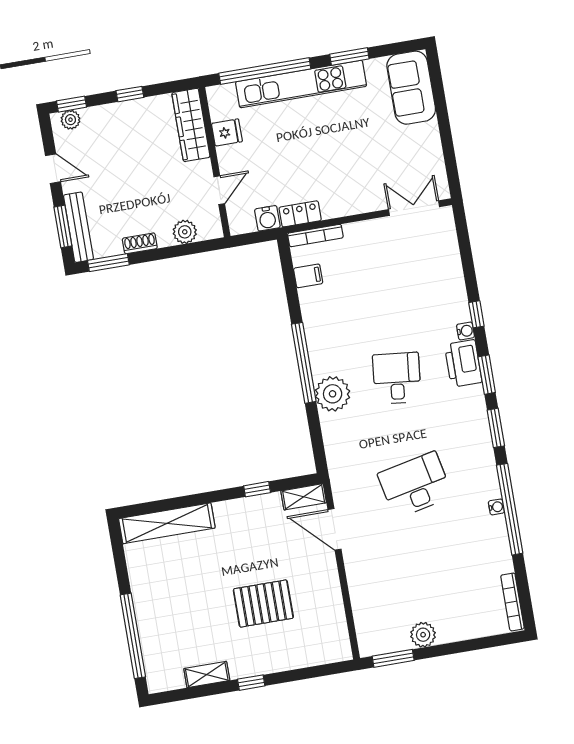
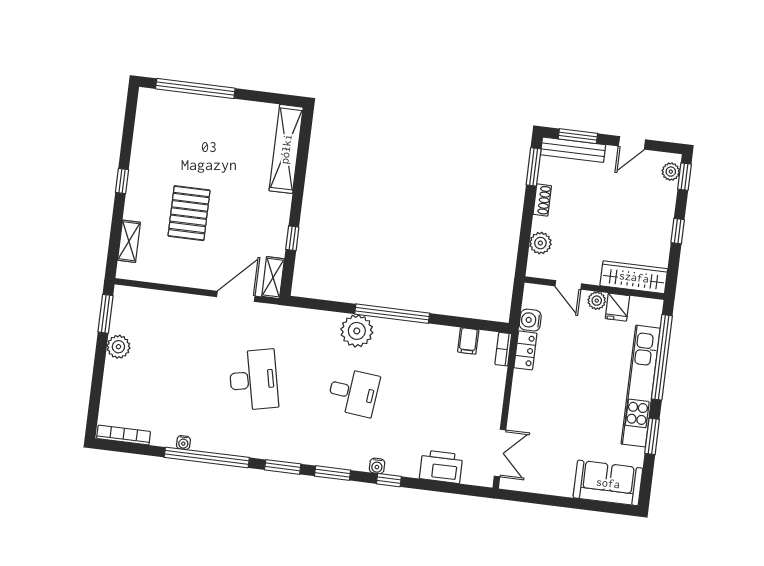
plant: (227, 156) -> (597, 301), added
bookcase: (315, 235) -> (503, 349), width x0.64
printer: (463, 363) -> (441, 467), moved
water cooler: (496, 507) -> (183, 443), moved
shelving: (207, 675) -> (129, 241), moved

